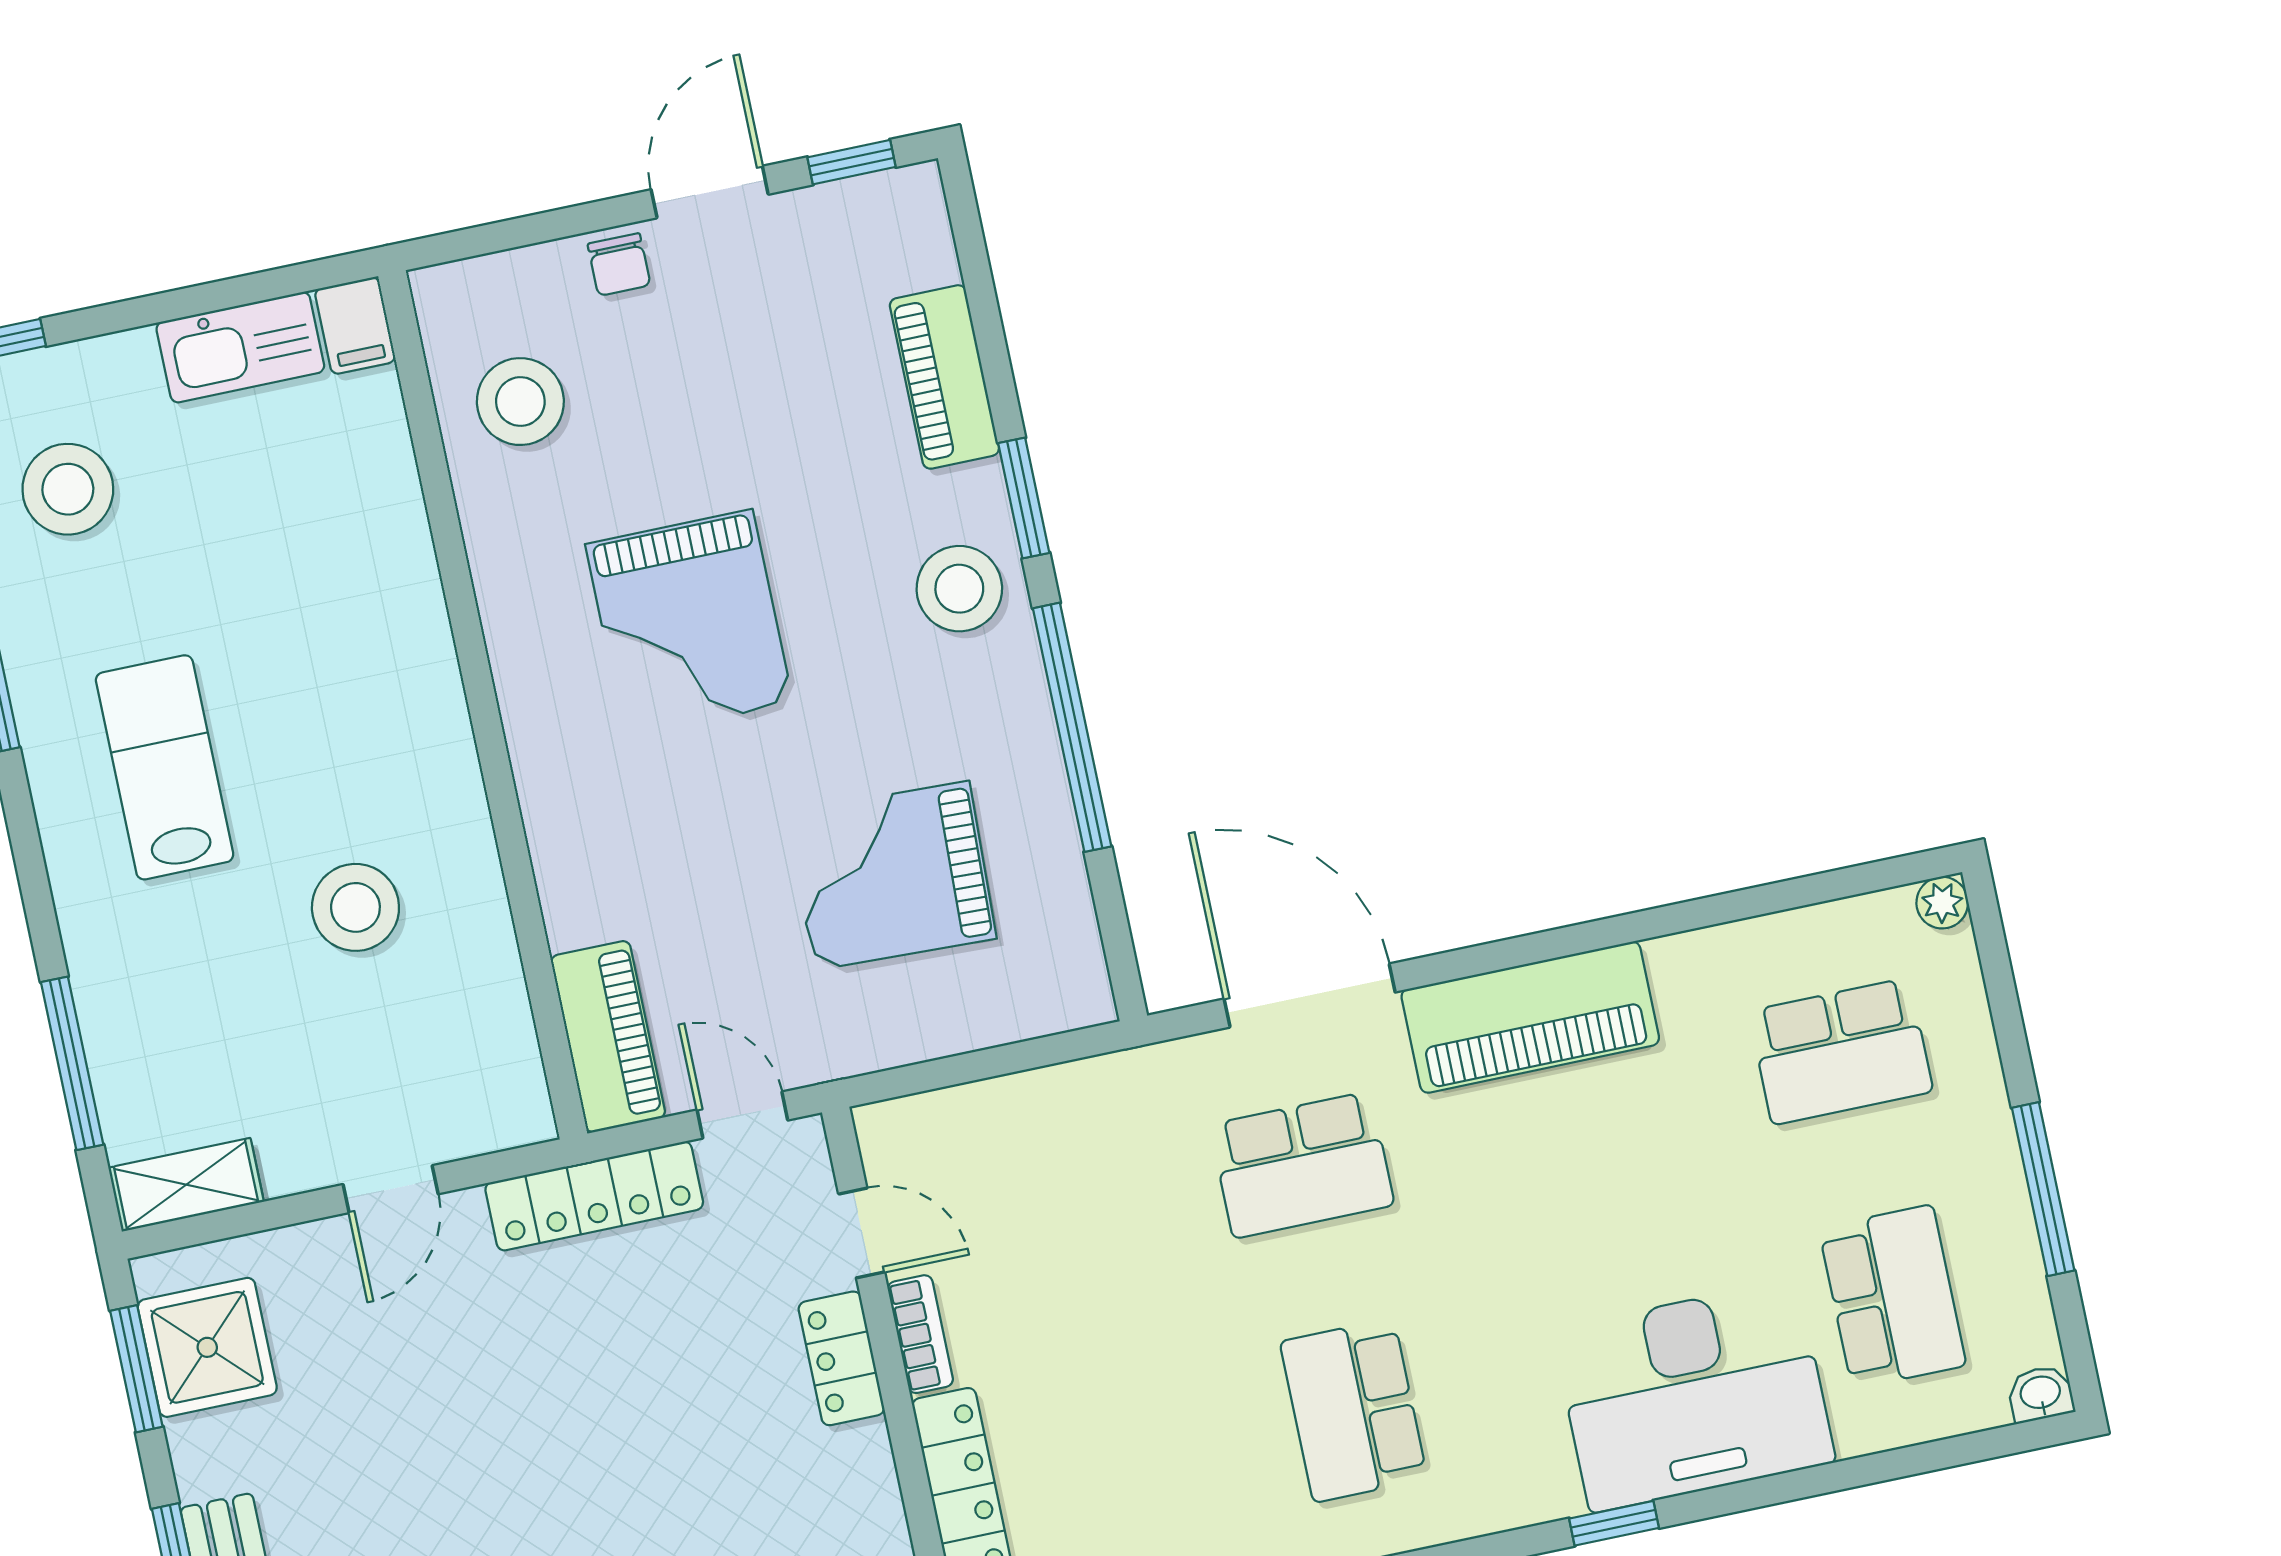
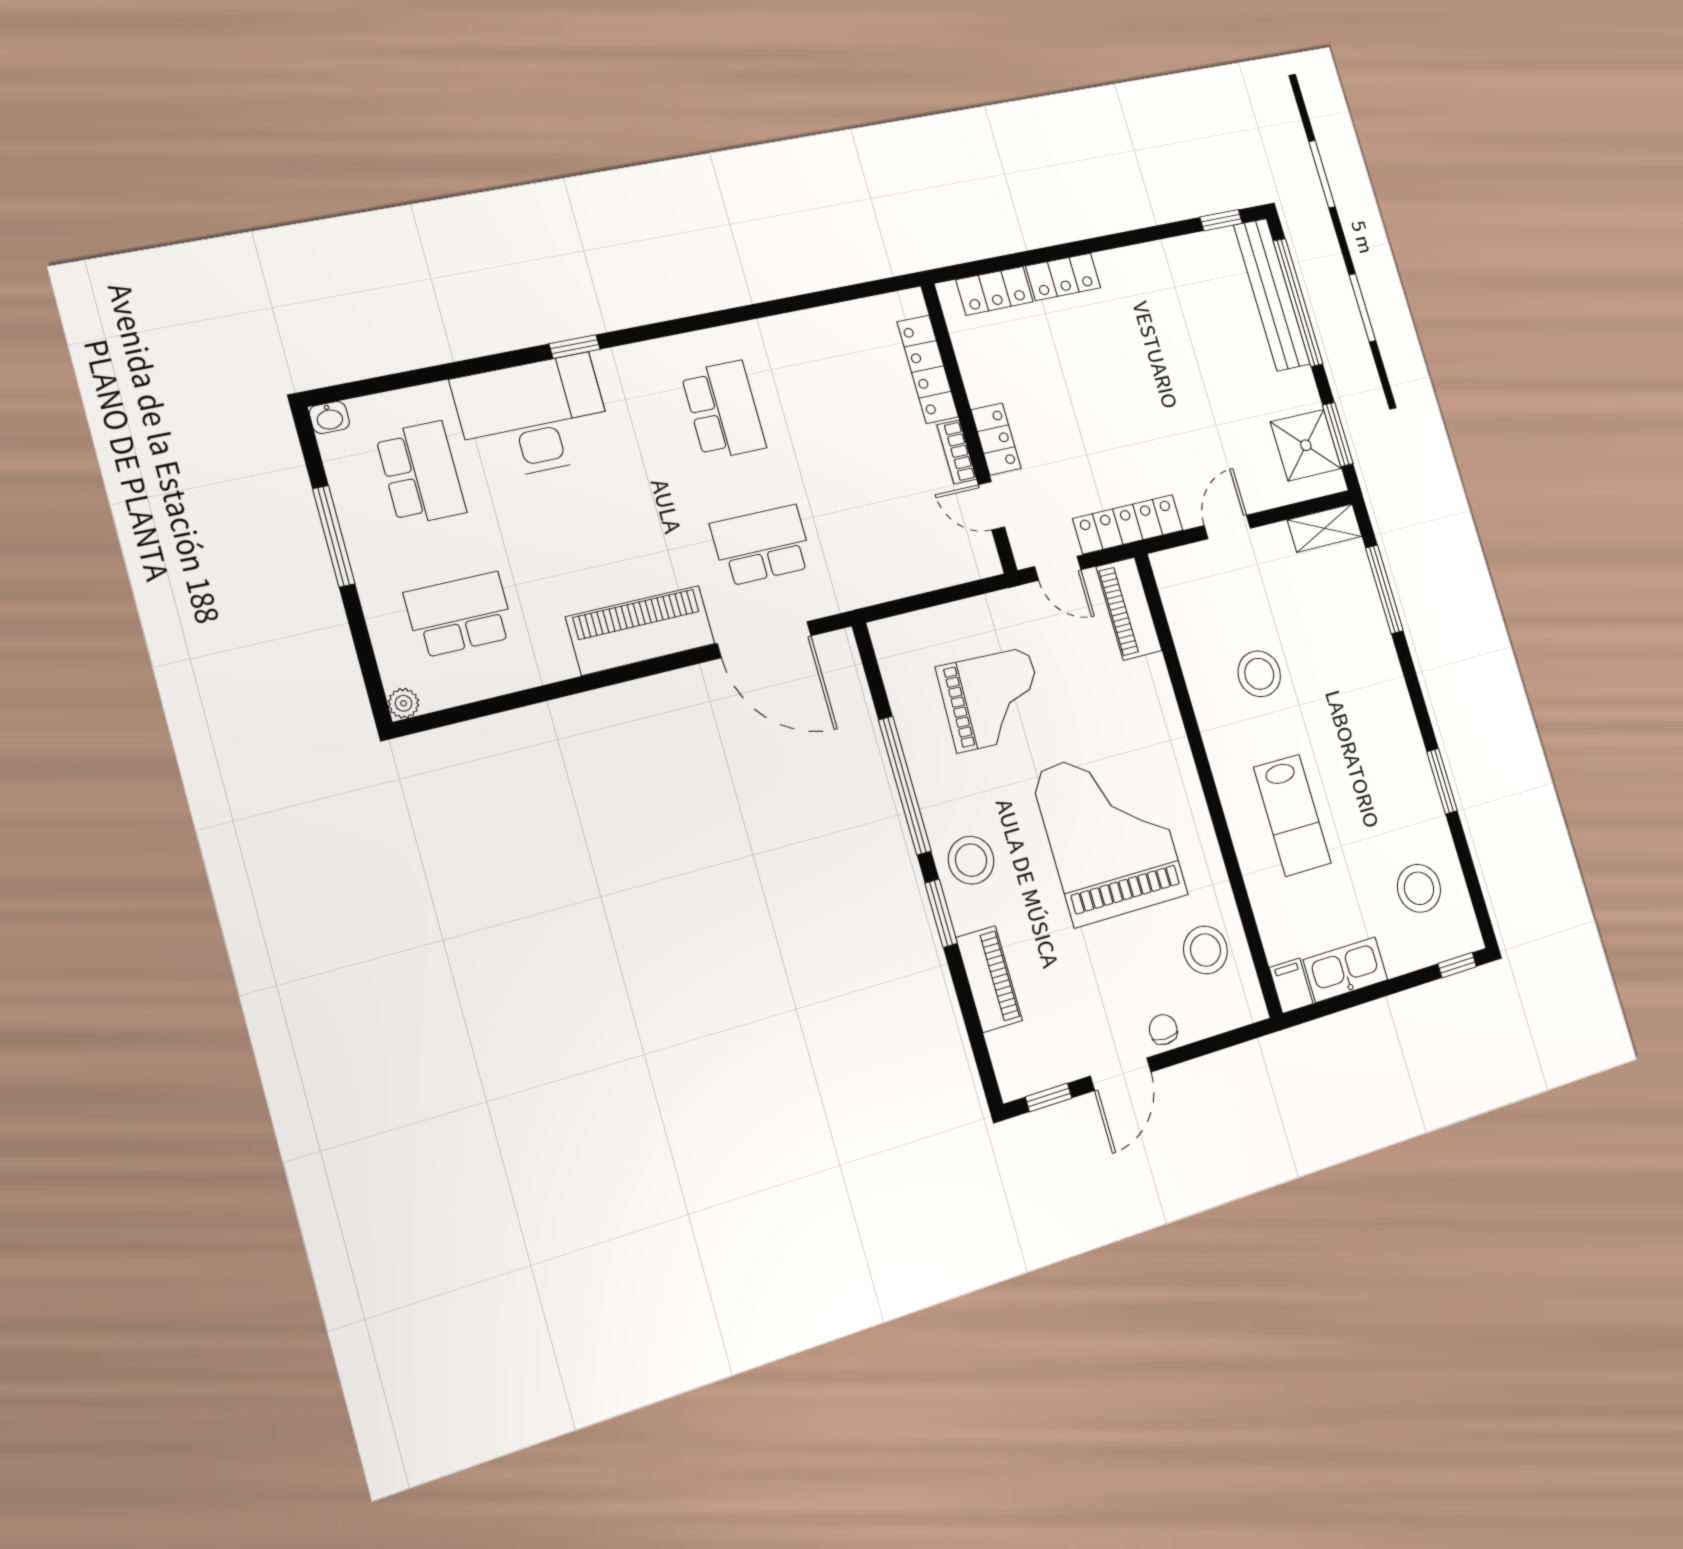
grand piano: (689, 623) -> (1109, 833), width x1.37, depth x1.48
lab bench: (165, 767) -> (1292, 815), moved
school desk: (1892, 1297) -> (421, 473), turned 180

